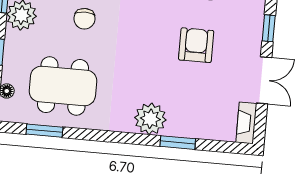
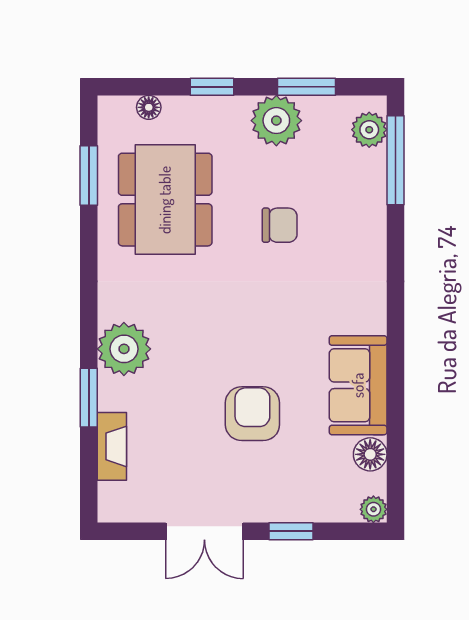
chair: (84, 19) -> (280, 225), turned 180
armchair: (196, 45) -> (252, 414), turned -90
fireplace: (246, 123) -> (112, 446), moved, turned 90

